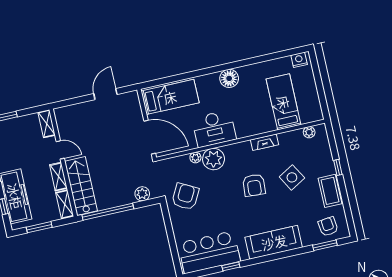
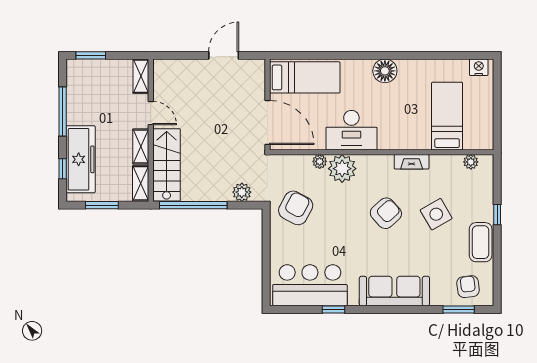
armchair: (254, 185) -> (386, 213), turned -136

